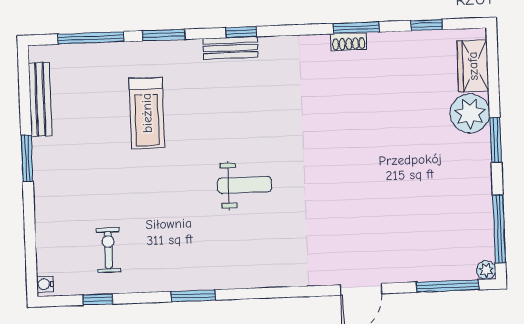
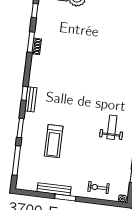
bench: (40, 99) -> (54, 189), moved
treadmill: (147, 113) -> (54, 141), turned 90
weight bench: (245, 185) -> (112, 127), moved
exercise bike: (108, 250) -> (98, 187), moved

